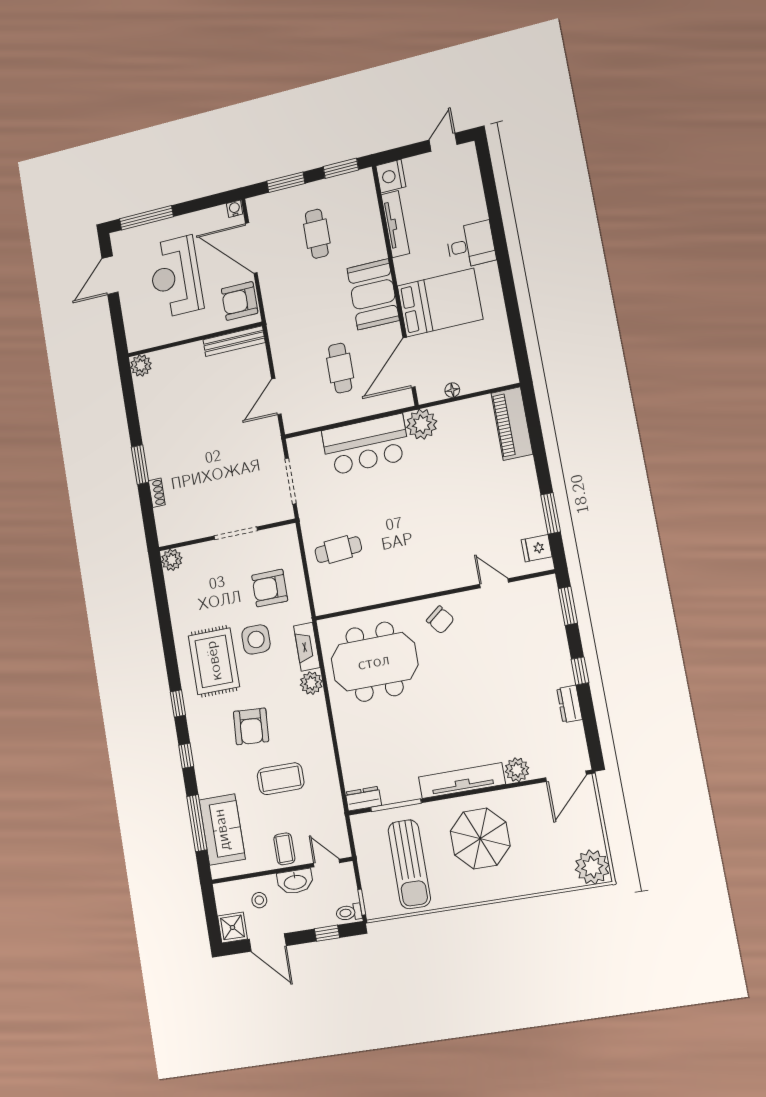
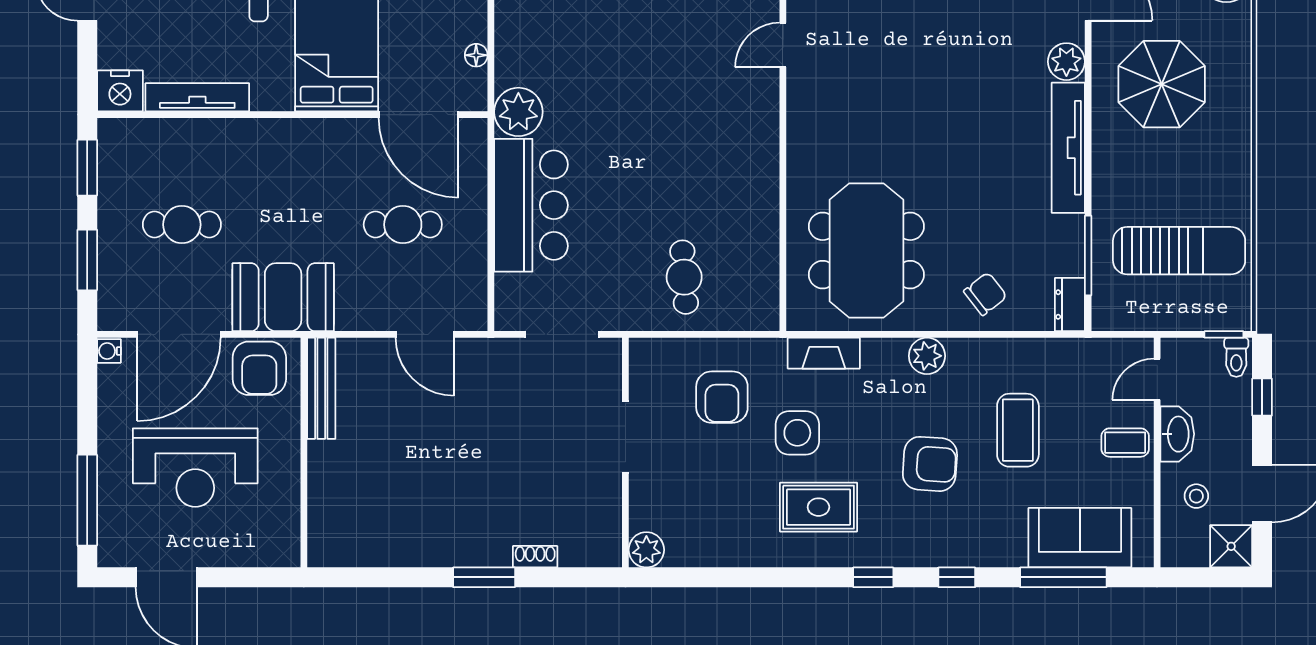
booth: (373, 294) -> (283, 297), moved
plant: (141, 365) -> (325, 549), removed
chair: (440, 620) -> (985, 294), moved
rug: (214, 661) -> (818, 507), width x0.73, depth x0.70
plant: (311, 683) -> (927, 356), moved
parasol: (480, 839) -> (1162, 84), moved

